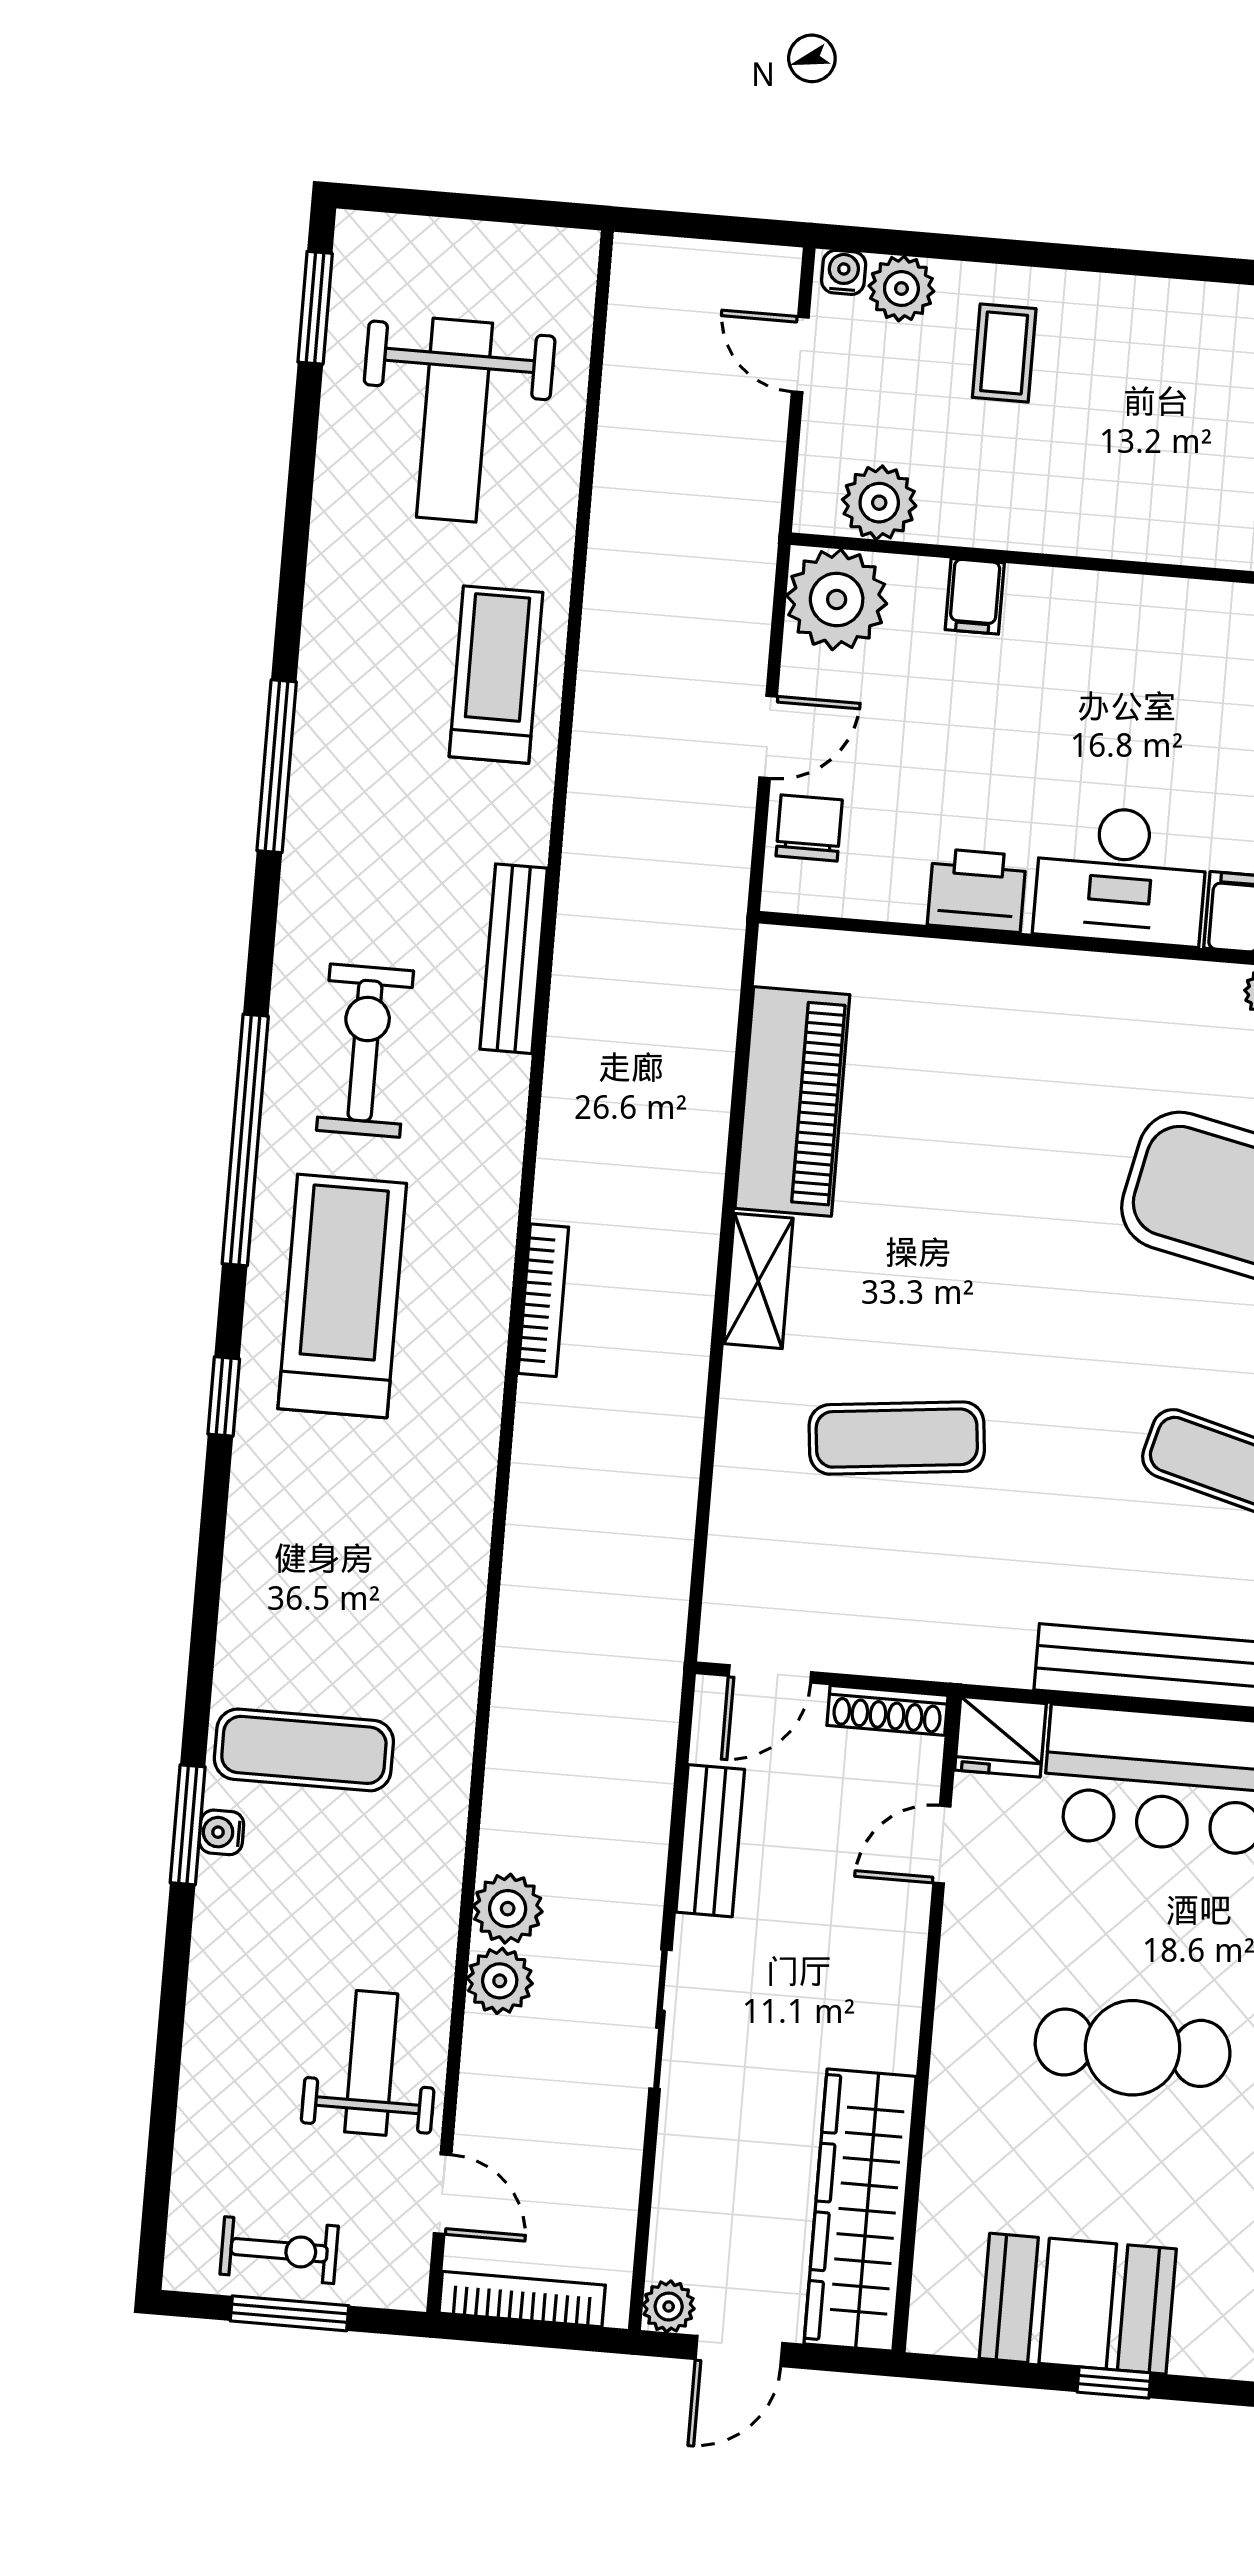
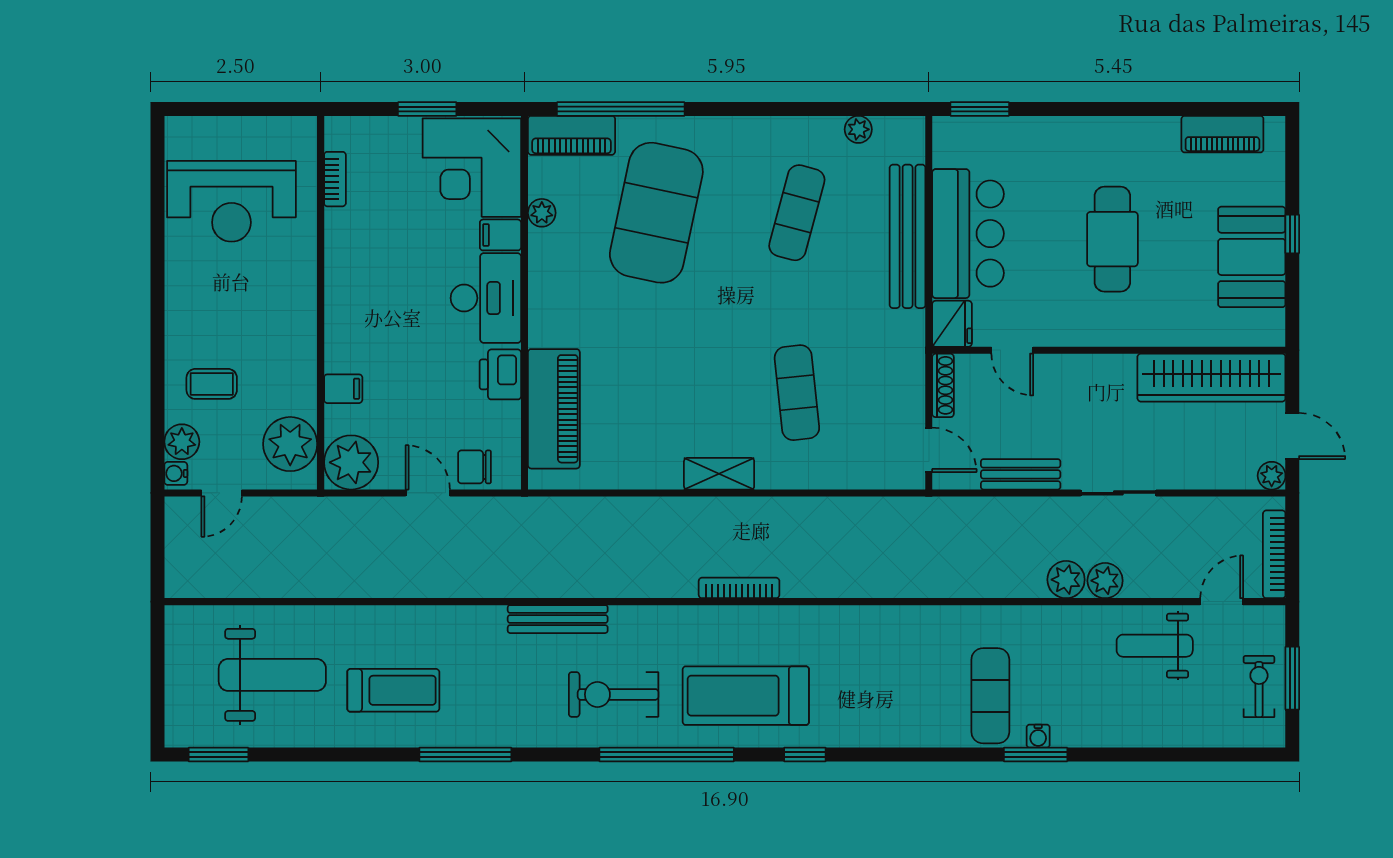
plant: (879, 503) -> (290, 444), width x1.36, depth x1.36
treadmill: (496, 675) -> (393, 690), moved, turned 180
piano: (792, 1101) -> (554, 409), moved, turned 90

